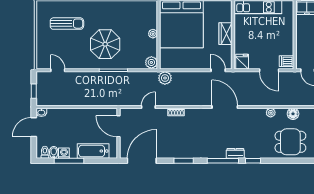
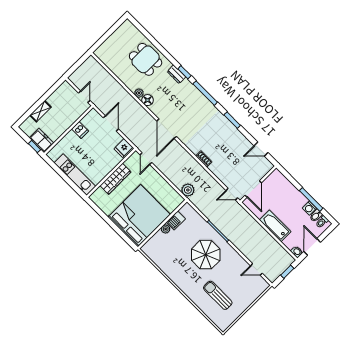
wardrobe: (225, 34) -> (115, 179), width x1.50
barbecue: (152, 47) -> (176, 220), added
dishwasher: (287, 61) -> (80, 130), moved
plant: (151, 62) -> (186, 210), removed
door: (58, 70) -> (256, 269), hinge flipped
door: (148, 107) -> (232, 194), moved
floor lamp: (293, 114) -> (148, 100), moved
door: (34, 127) -> (312, 247), swing flipped
bathtub: (93, 151) -> (275, 226), moved, turned 180
dresser: (235, 153) -> (176, 74), moved
door: (142, 161) -> (261, 149), width x0.53

